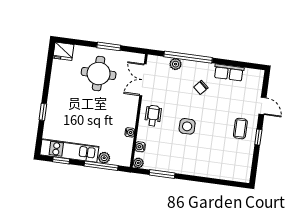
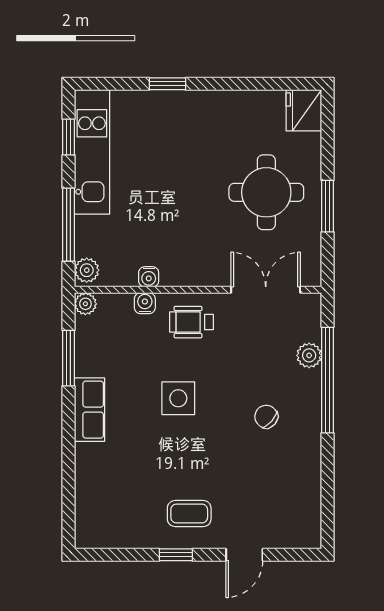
row of seats: (229, 72) -> (90, 410), moved, turned 180
wheelchair: (153, 116) -> (191, 322), turned 180
water cooler: (140, 147) -> (145, 303), moved
plant: (104, 158) -> (87, 270), moved

